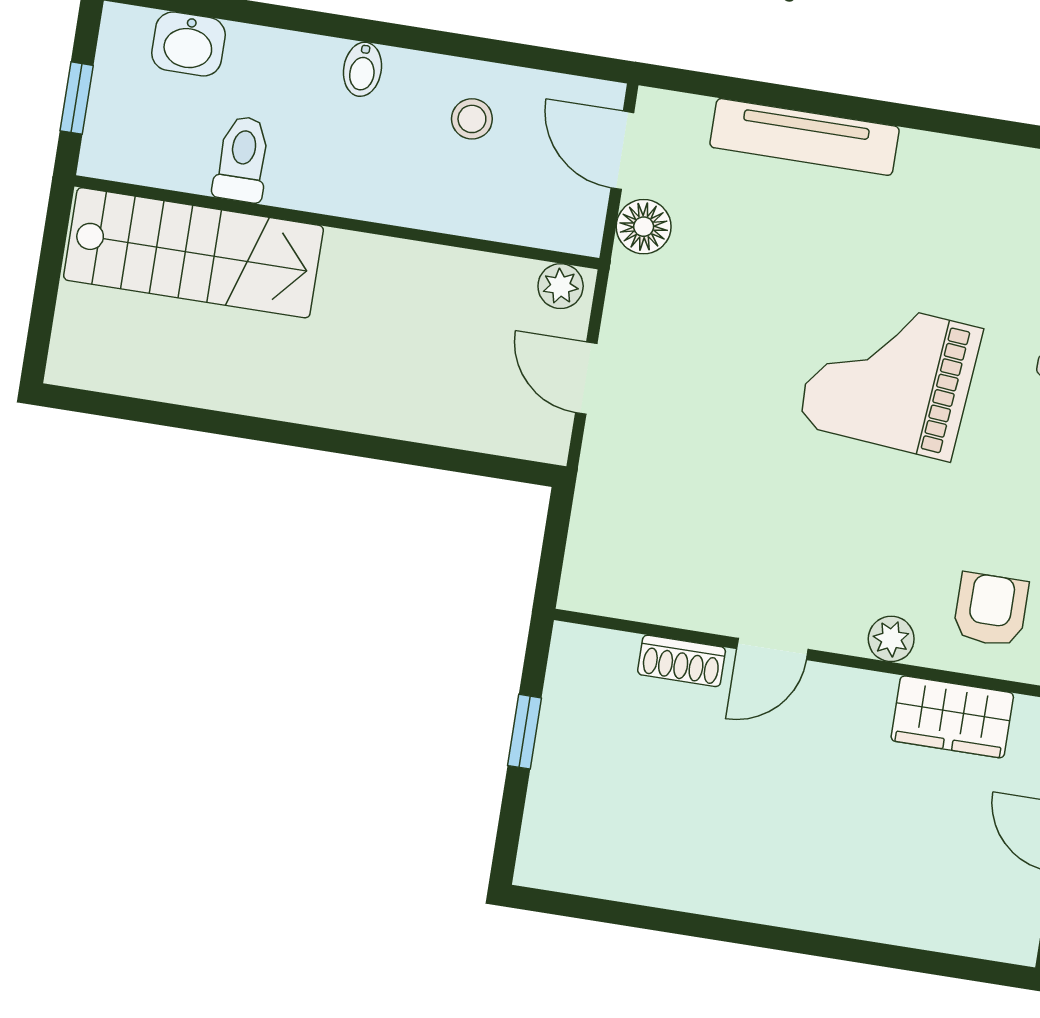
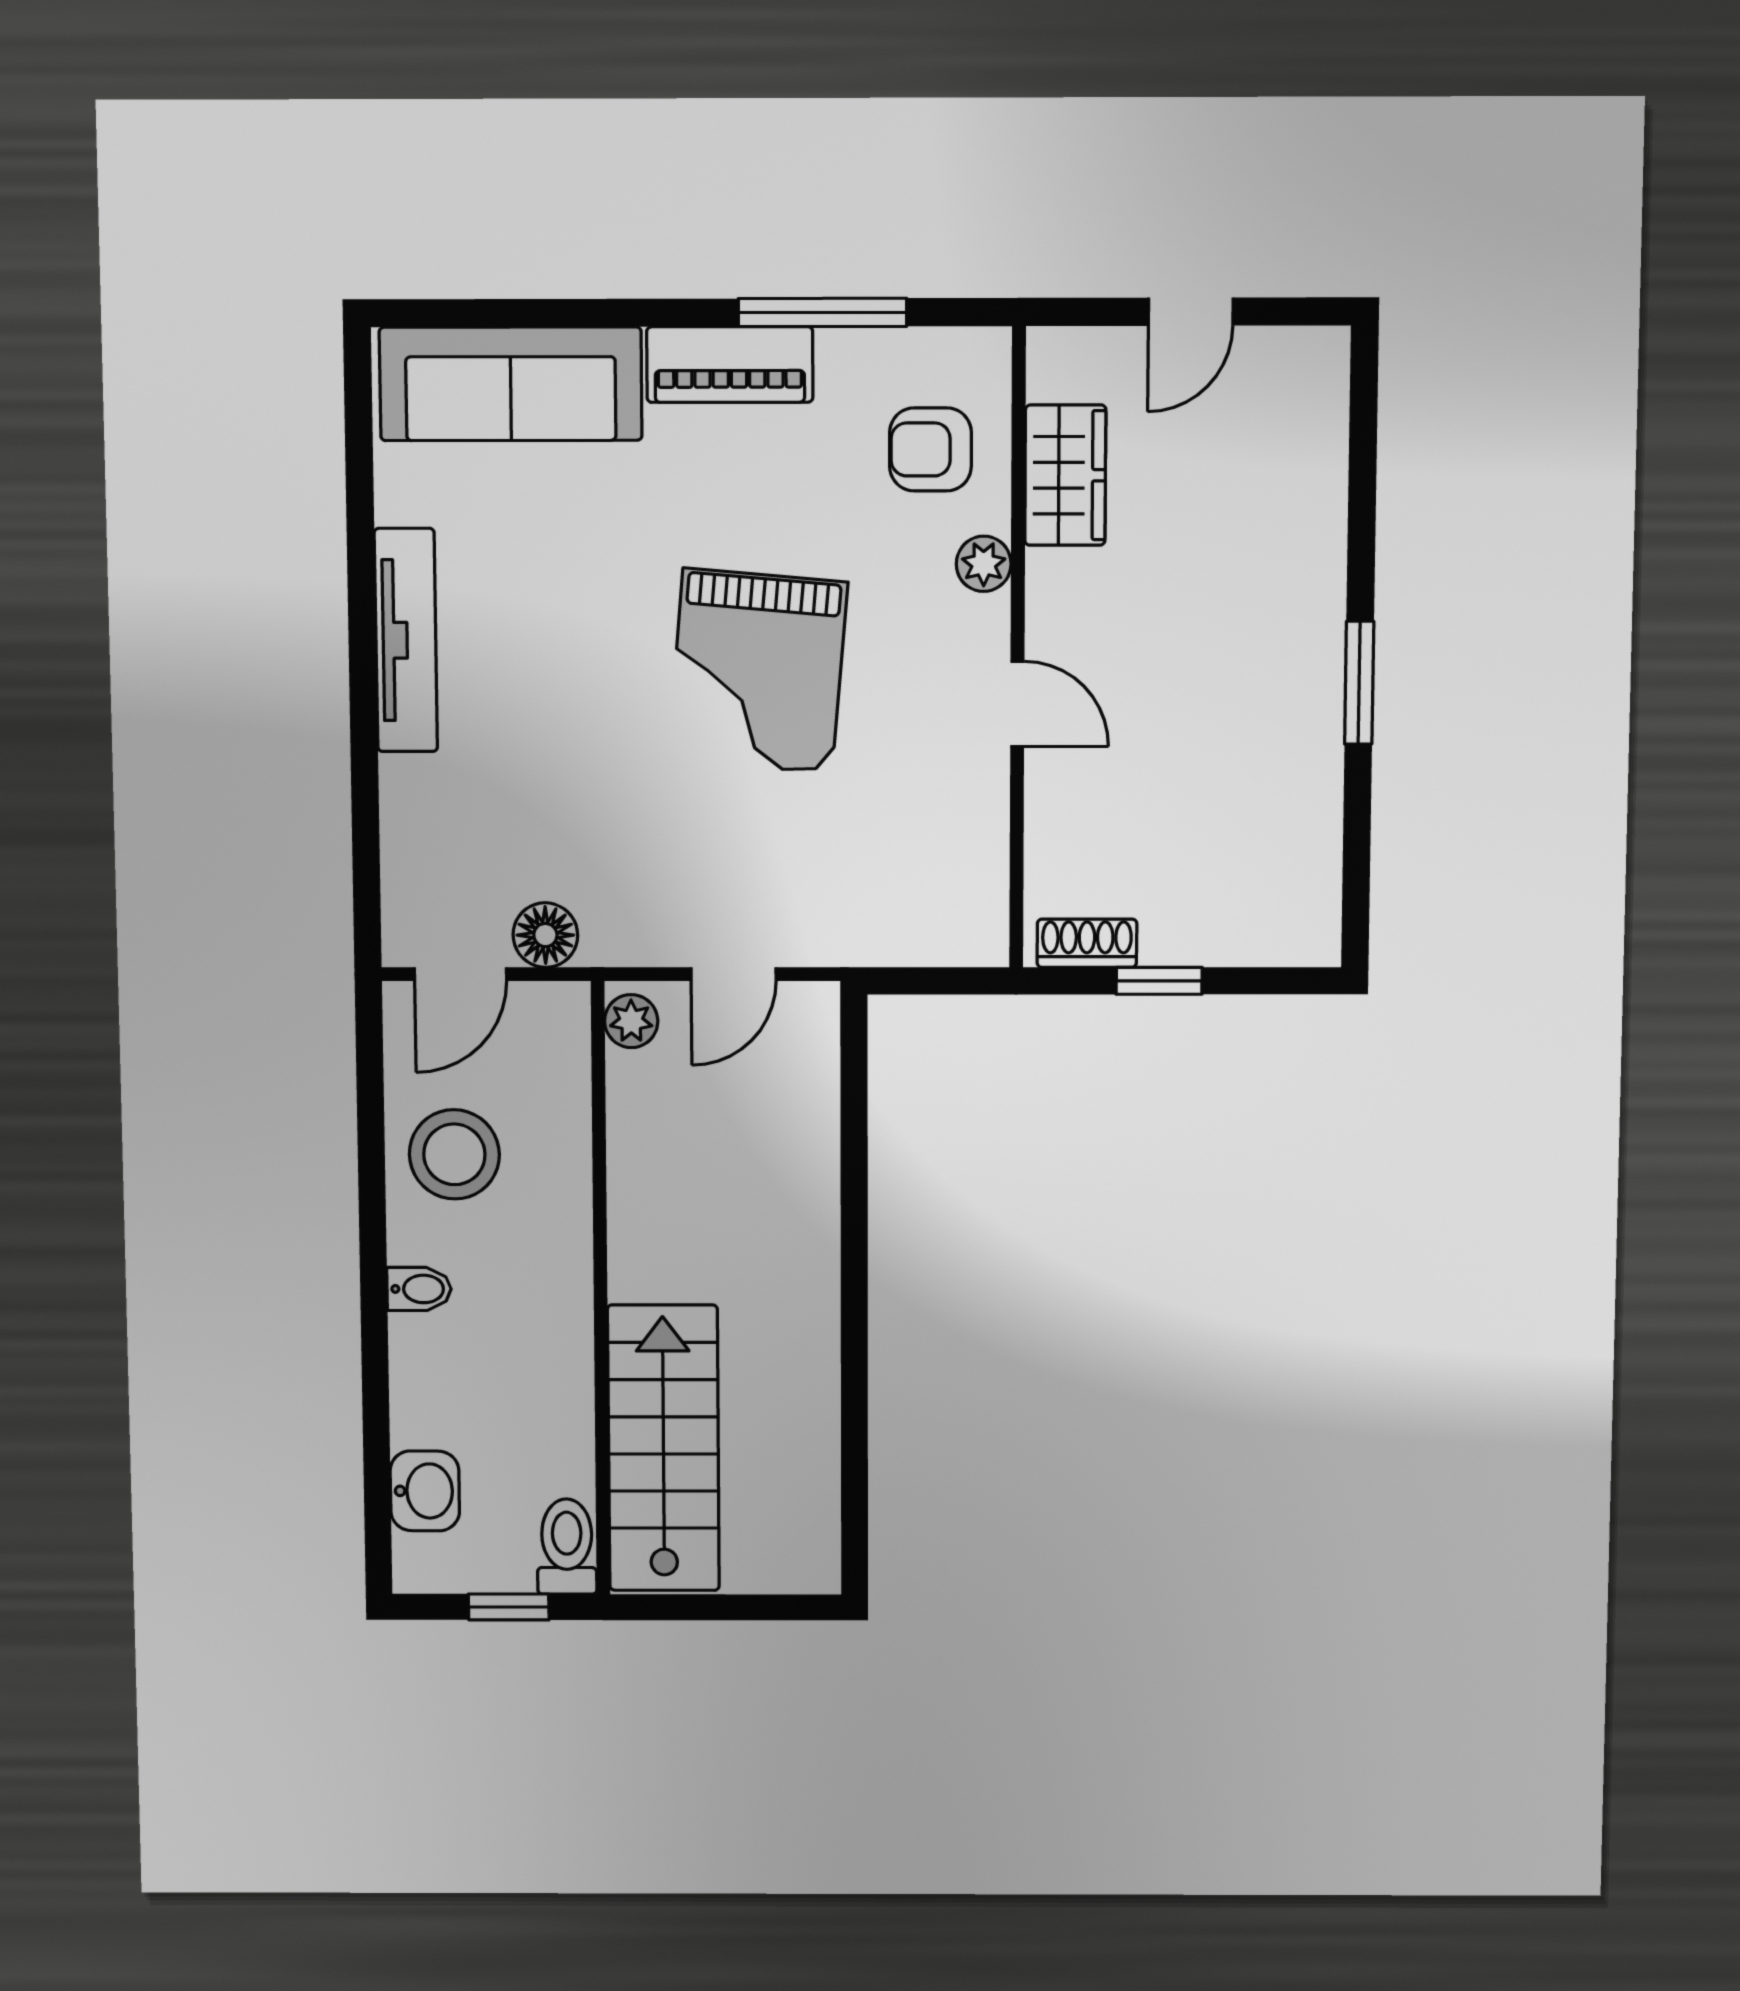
stool: (472, 119) -> (454, 1154), width x1.89, depth x1.89
tv unit: (804, 137) -> (406, 640), moved
toilet: (242, 159) -> (567, 1547), moved, turned 90
grand piano: (890, 376) -> (758, 671), moved
shoe rack: (682, 661) -> (1087, 943), moved, turned -90
window: (745, 933) -> (1359, 683), added

